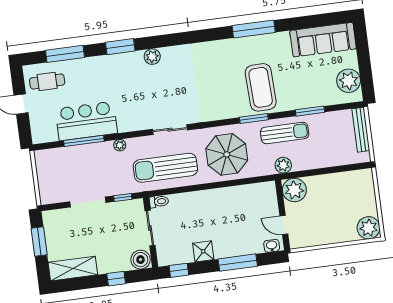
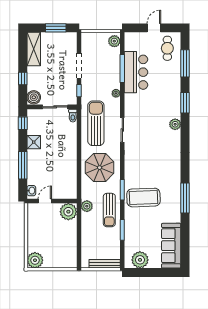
plant: (47, 157) -> (114, 41), added

